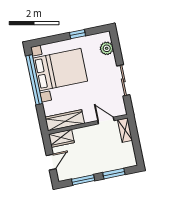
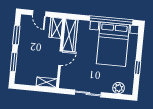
door: (106, 121) -> (60, 58), moved

